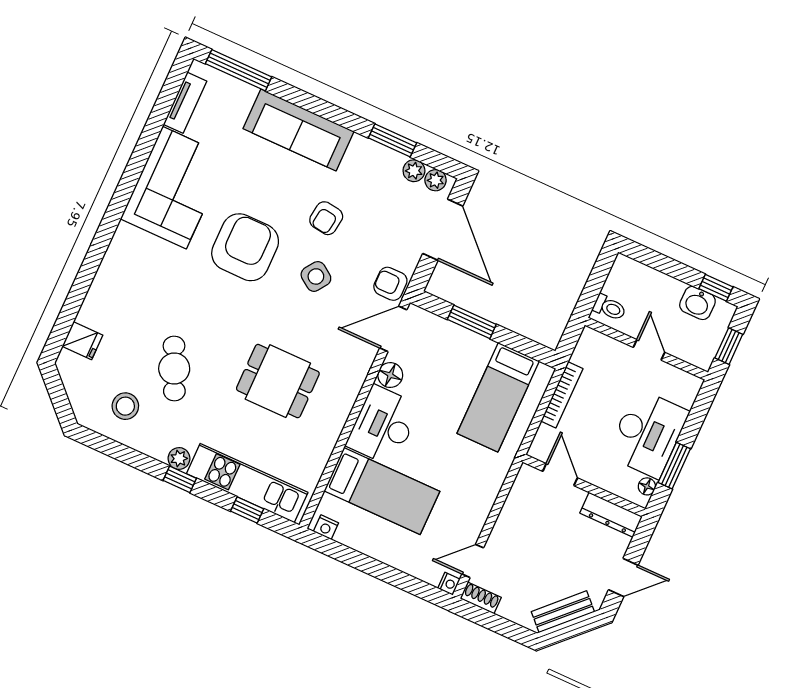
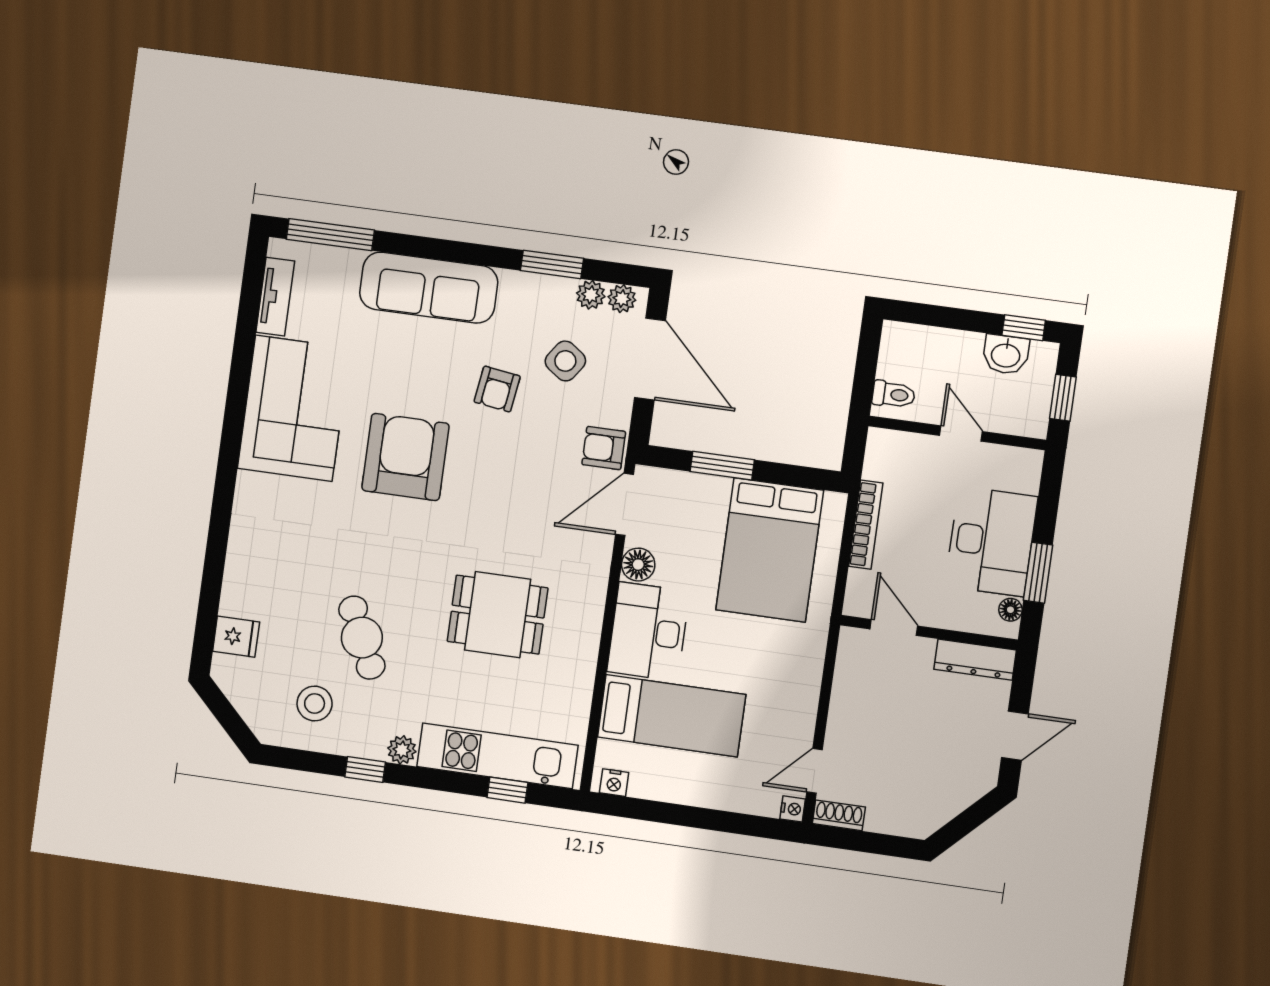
side table: (316, 276) -> (565, 361), moved
bed: (498, 397) -> (770, 550), width x1.50
window: (180, 479) -> (365, 769), moved
bench: (563, 612) -> (950, 802), removed

